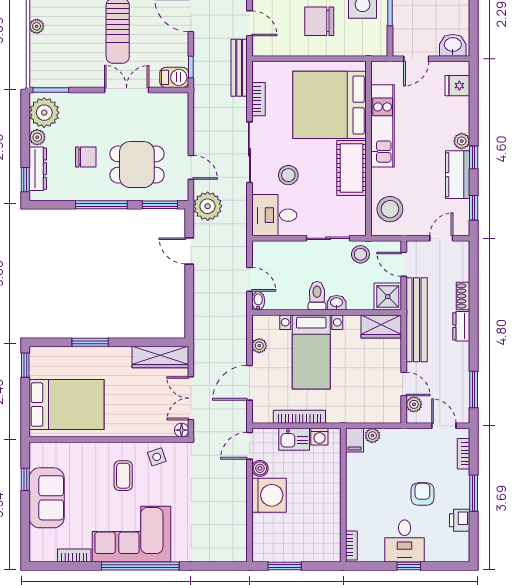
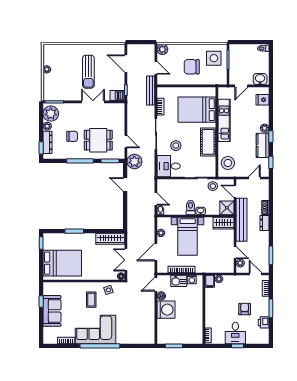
bed: (330, 105) -> (197, 110), width x0.73

